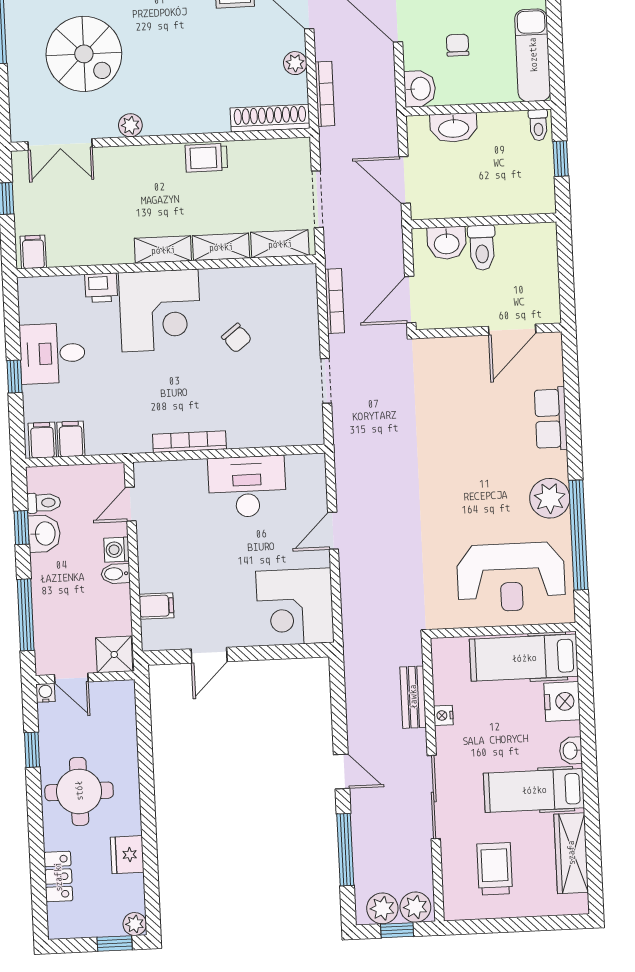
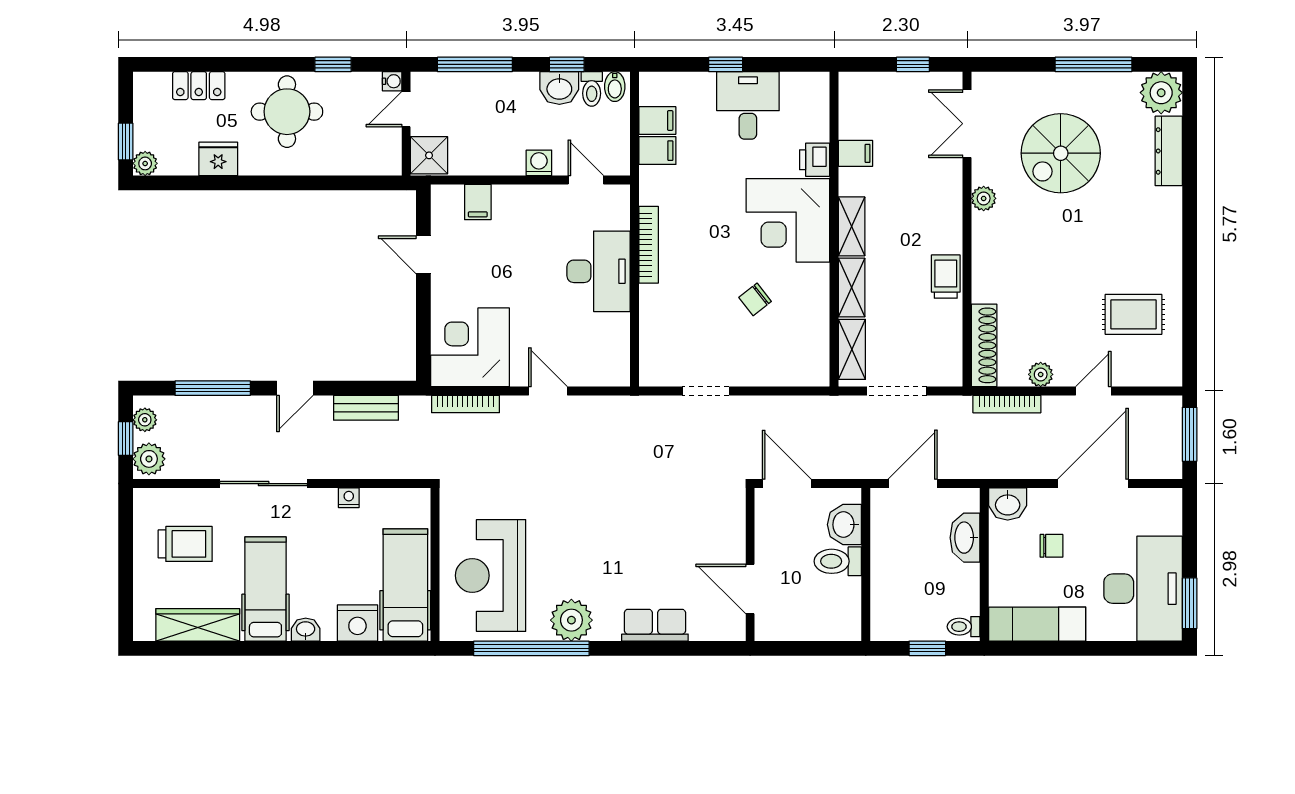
filing cabinet: (33, 252) -> (856, 153), moved
bookcase: (335, 301) -> (465, 404), moved
filing cabinet: (42, 440) -> (657, 151), moved
desk: (247, 487) -> (599, 271), moved
bidet: (116, 574) -> (615, 87), moved, turned 180
bench: (413, 697) -> (366, 408), moved
plant: (382, 908) -> (145, 420), width x0.73, depth x0.73

